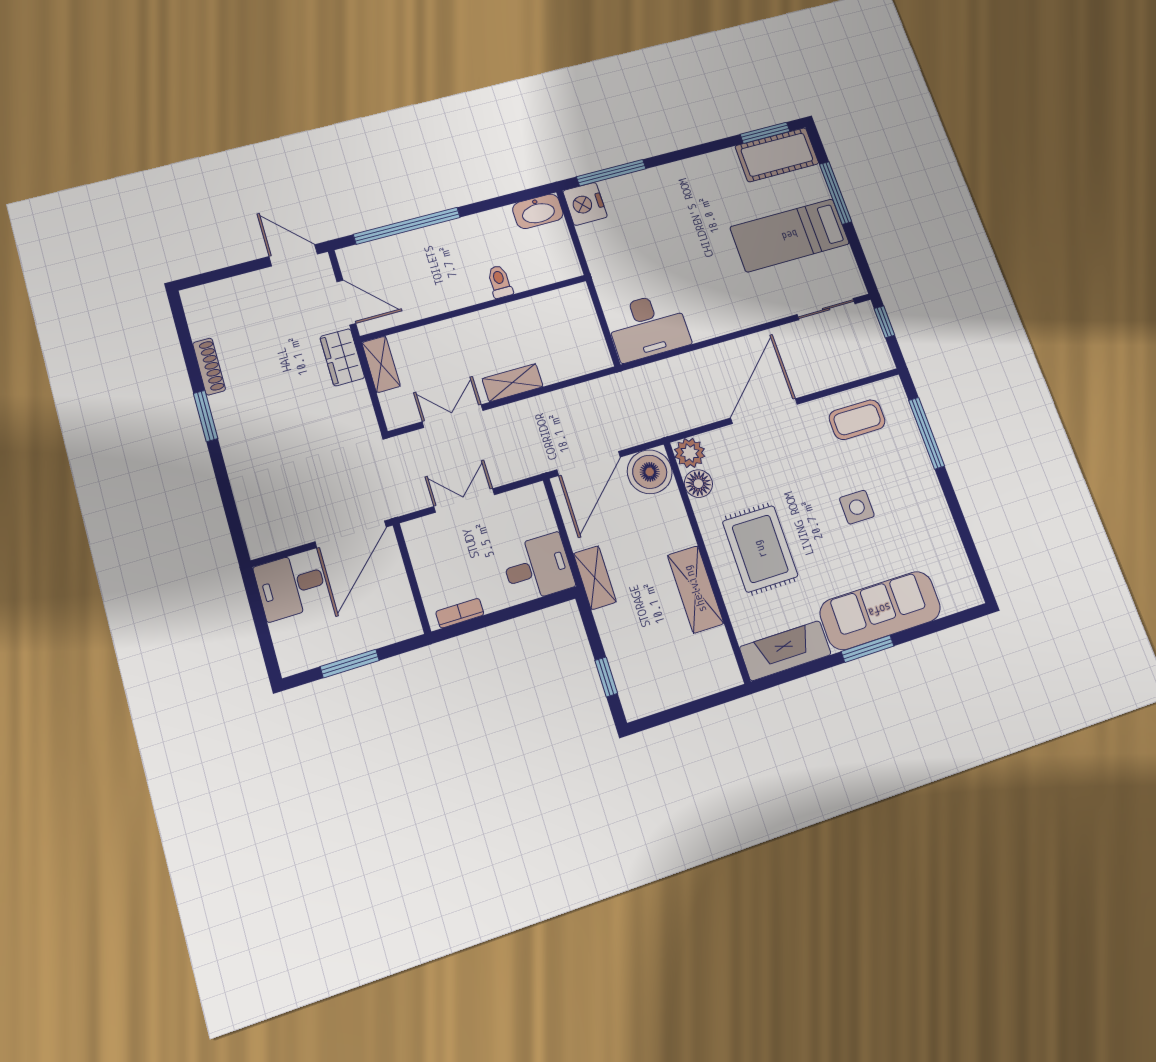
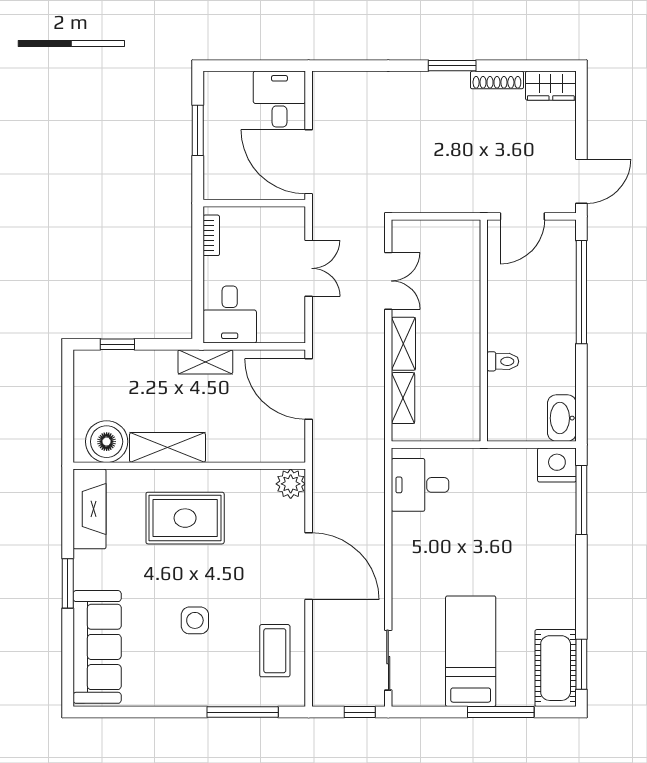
desk: (648, 327) -> (420, 485), width x0.73
wardrobe: (342, 357) -> (551, 86), moved, turned 180
shelving: (381, 364) -> (403, 398), moved, turned 90
boiler: (650, 472) -> (107, 442), moved
floor lamp: (698, 484) -> (260, 482), removed
sofa: (880, 610) -> (97, 647), moved

